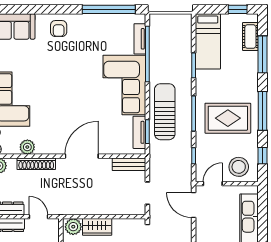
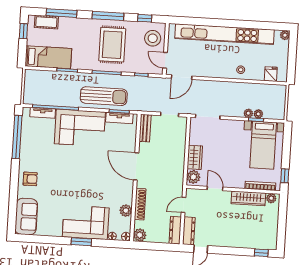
sun lounger: (165, 112) -> (104, 96), turned 180

